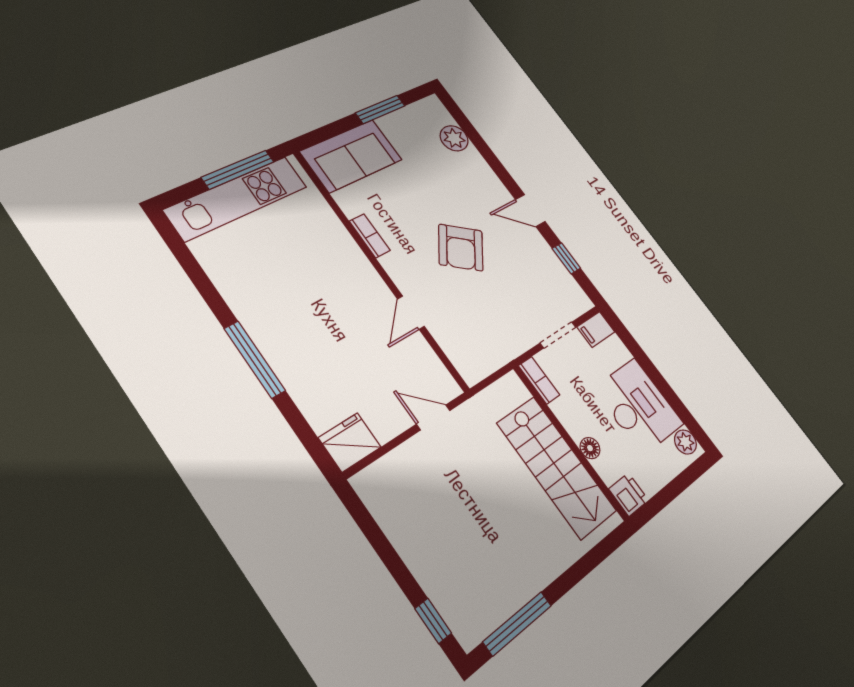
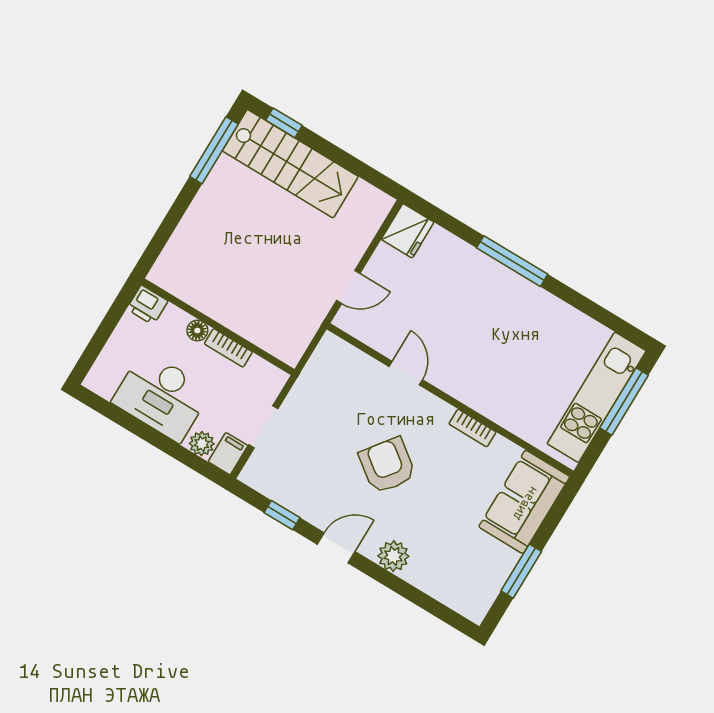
plant: (454, 138) -> (393, 556), moved
window: (238, 170) -> (624, 402), moved
bookcase: (539, 380) -> (228, 348), moved
plant: (685, 442) -> (202, 444), moved
stairs: (557, 467) -> (290, 164), moved, turned 180

